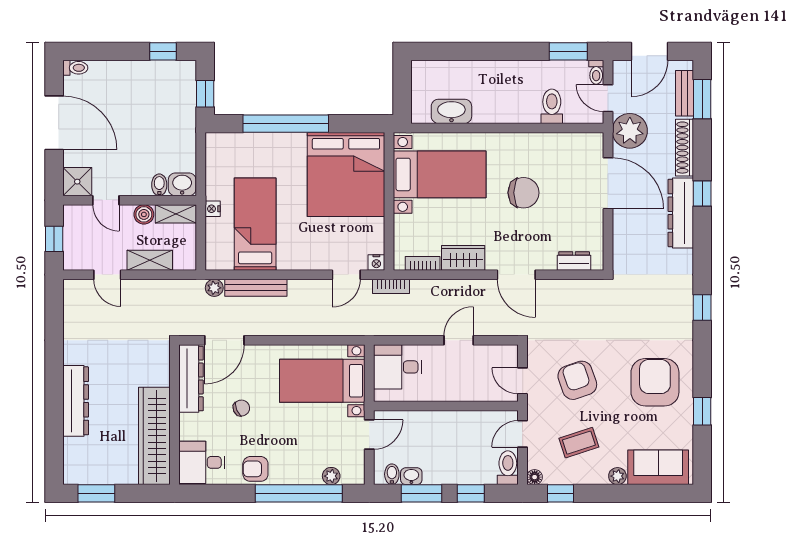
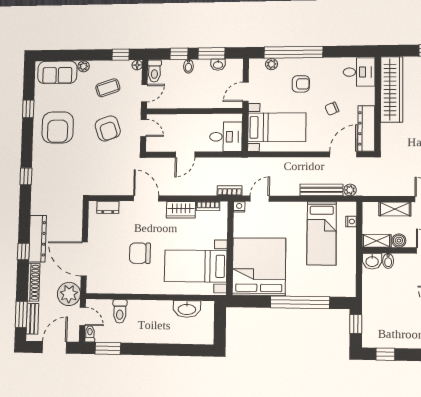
nightstand: (213, 209) -> (351, 221), moved
armchair: (255, 469) -> (301, 84), moved
bidet: (392, 474) -> (188, 66), moved

